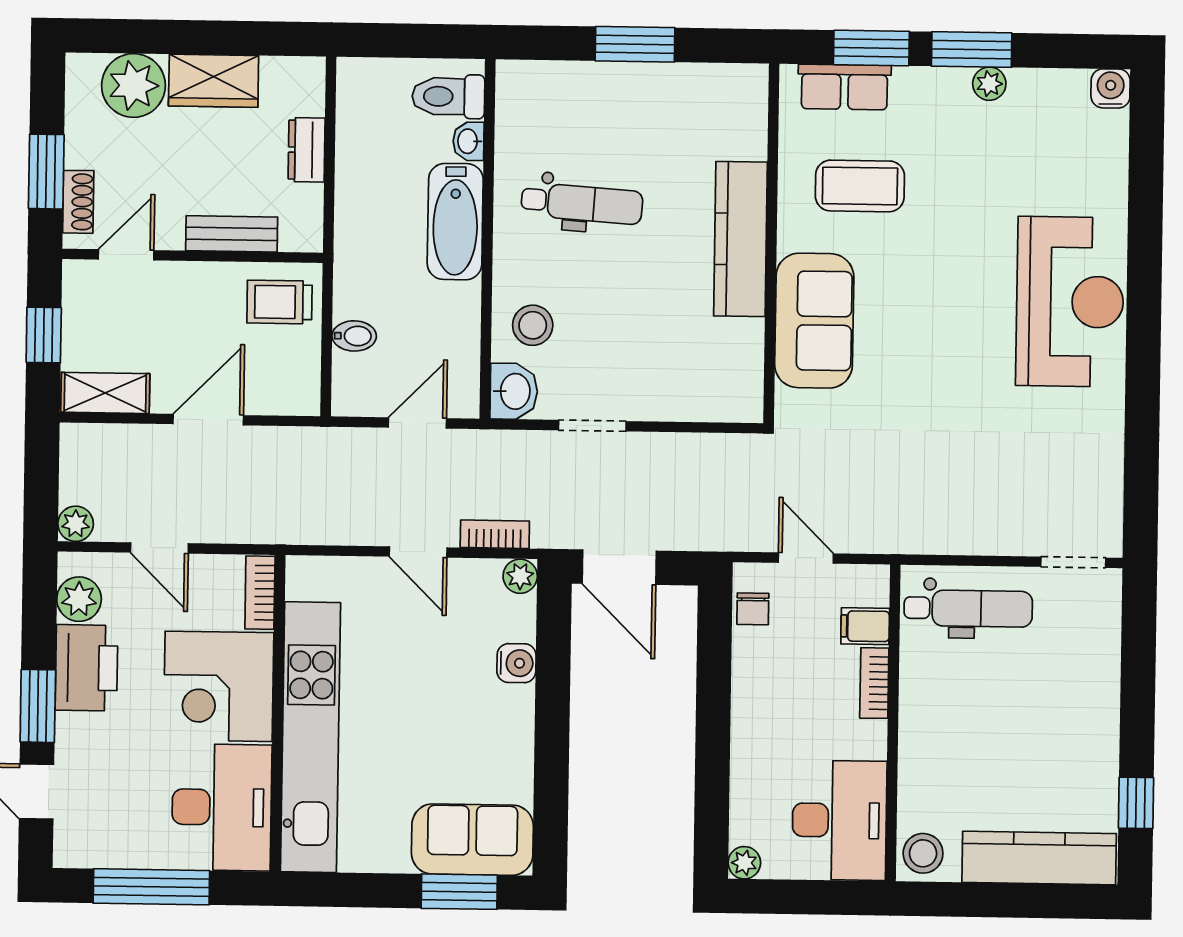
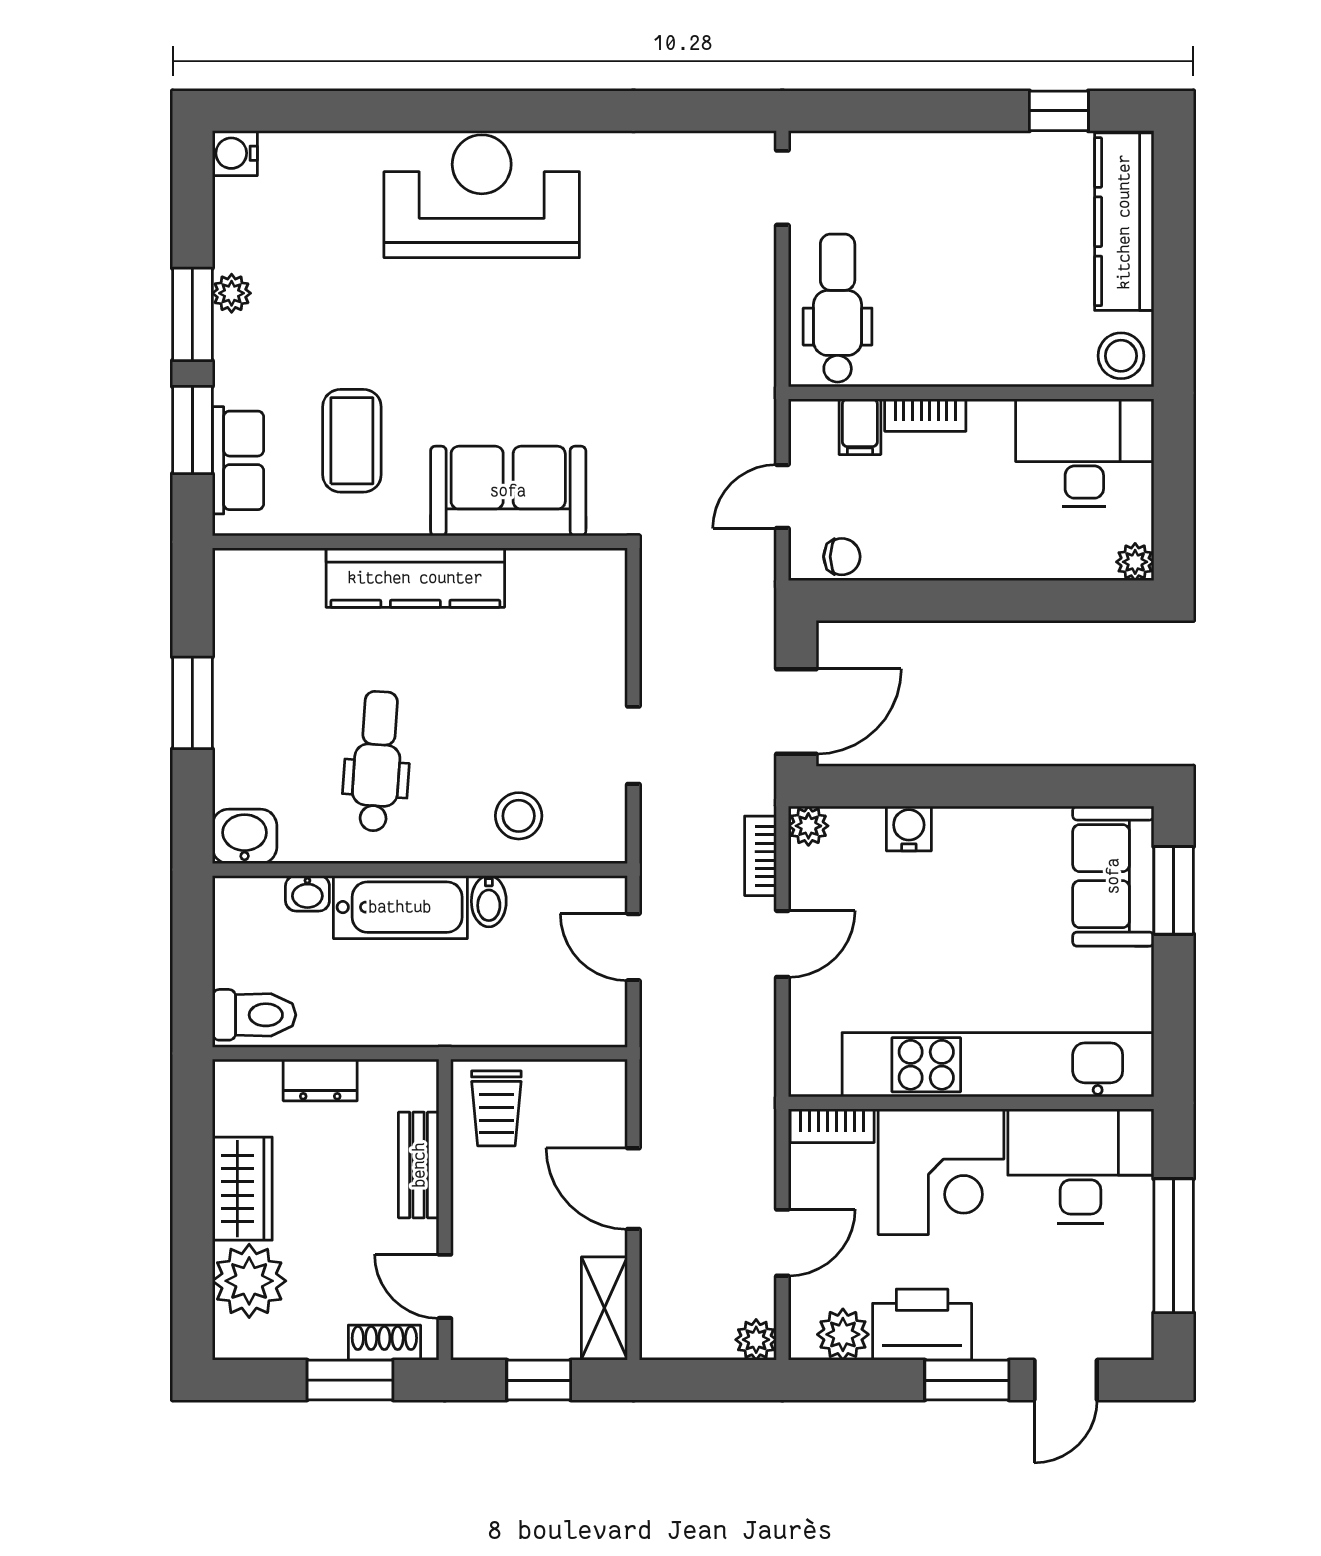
toilet: (448, 96) -> (254, 1015), moved, turned -90
bidet: (354, 336) -> (489, 901), moved, turned 180
washbasin: (514, 391) -> (245, 836), moved

